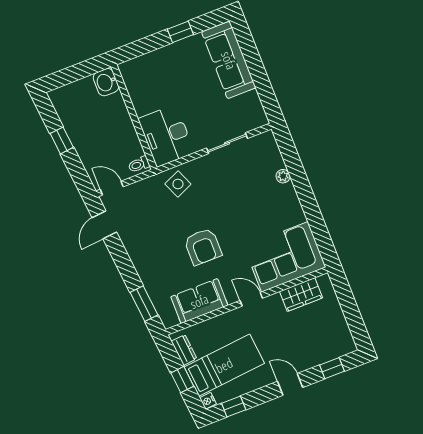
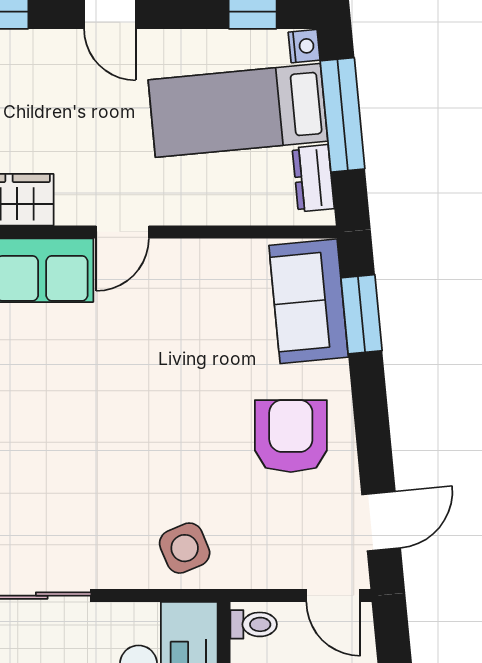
armchair: (203, 247) -> (291, 436), moved
door: (251, 299) -> (122, 232), hinge flipped
sofa: (199, 301) -> (309, 301), moved, turned 85
window: (182, 380) -> (343, 115), width x2.17

